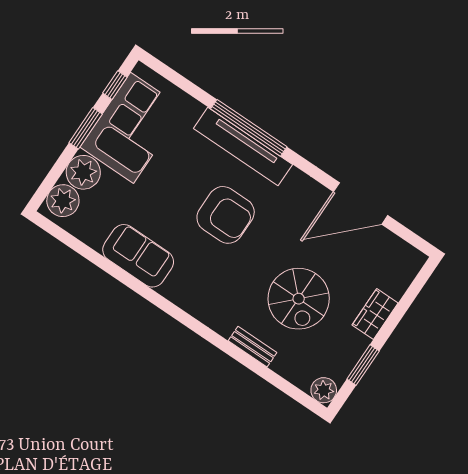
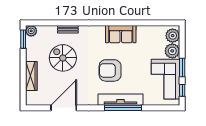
sofa: (138, 256) -> (121, 34), moved
wardrobe: (375, 314) -> (31, 76), width x1.50
window: (363, 365) -> (23, 39), moved

